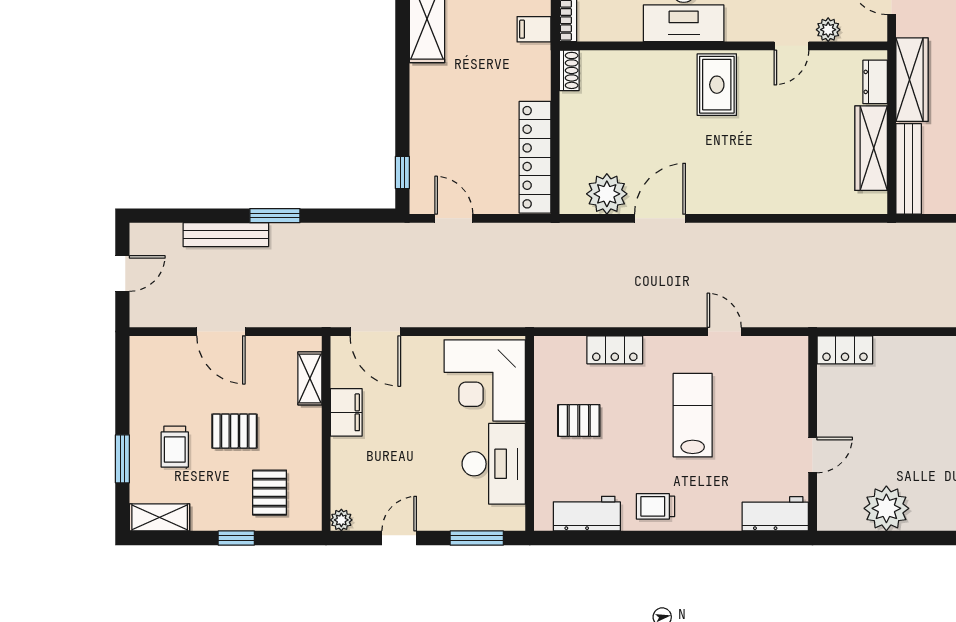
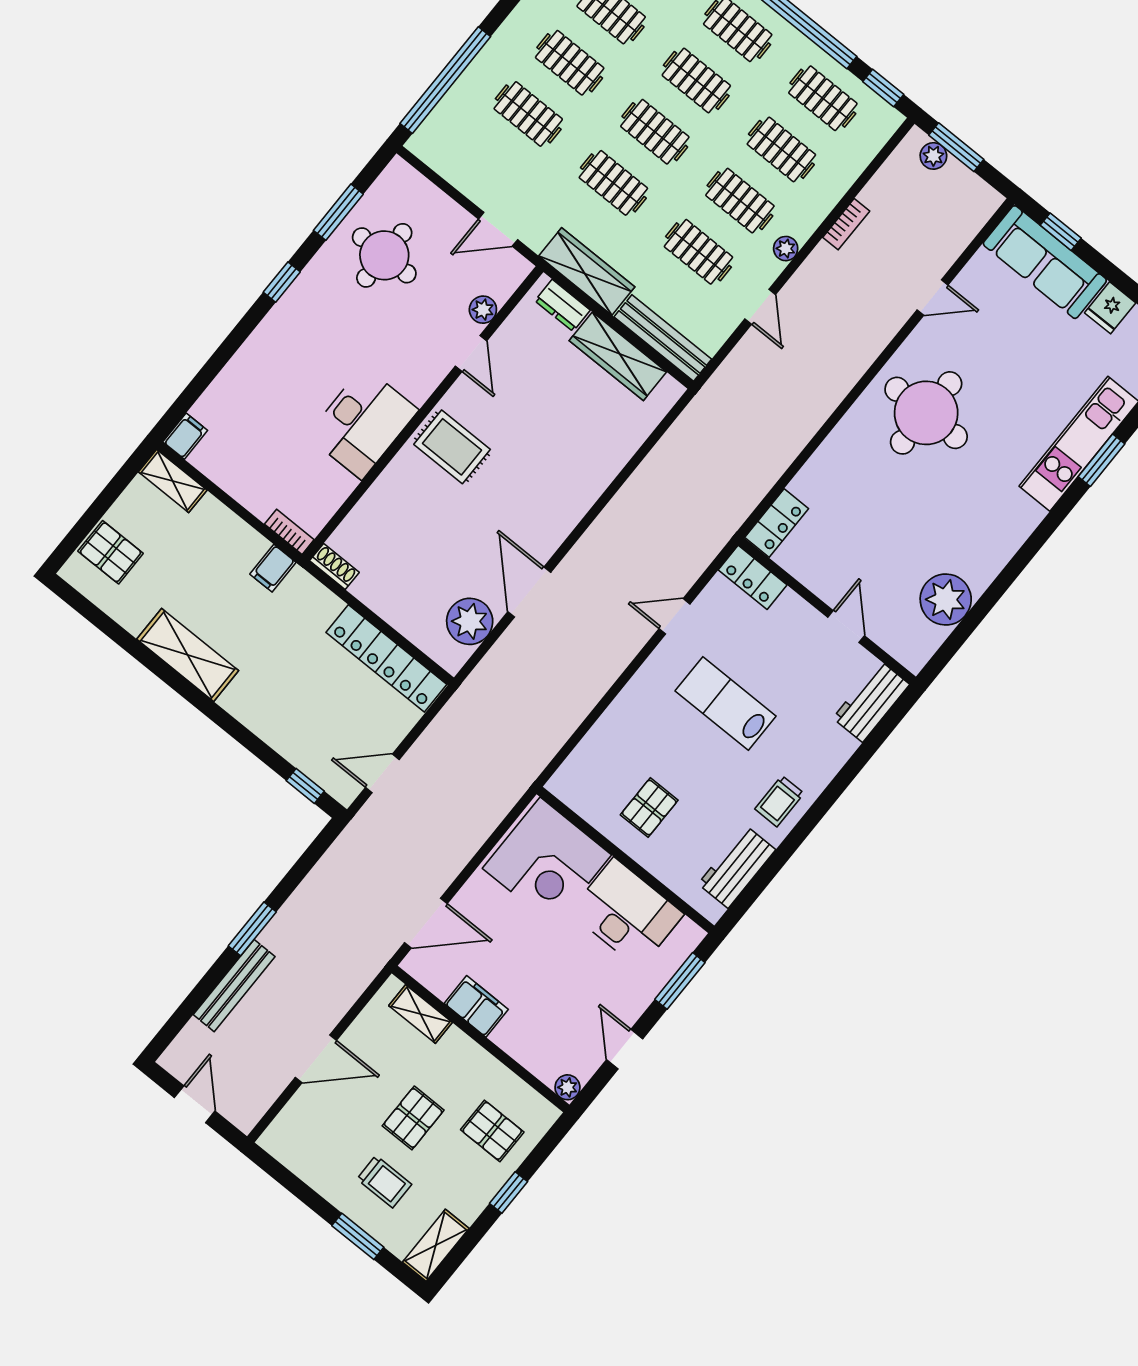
locker: (615, 350) -> (753, 577), moved, turned 90

